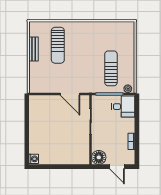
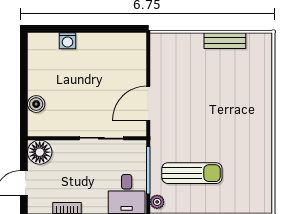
sun lounger: (58, 45) -> (231, 82), removed
washing machine: (34, 159) -> (67, 41), moved
boiler: (71, 159) -> (36, 104), added

